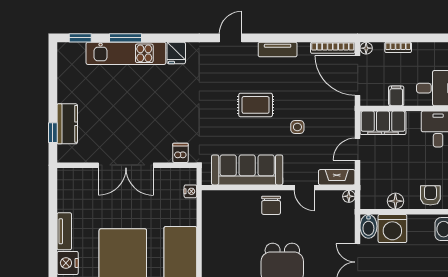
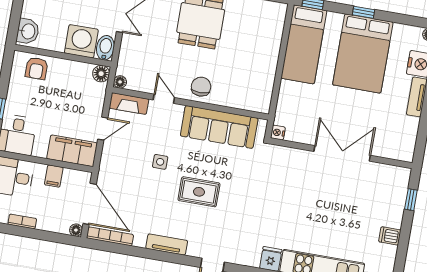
bookcase: (398, 47) -> (22, 221), moved
kitchen counter: (67, 124) -> (395, 206), removed
dishwasher: (180, 153) -> (390, 236), moved, turned 90
nightstand: (190, 191) -> (278, 133), moved
floor lamp: (395, 201) -> (101, 74), moved

